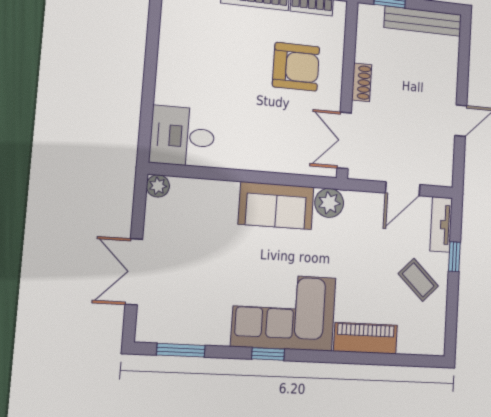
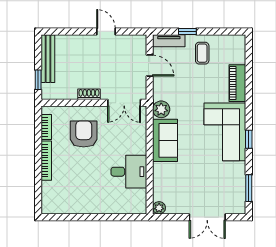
desk: (182, 136) -> (129, 172), moved, turned -90
coffee table: (418, 280) -> (202, 53), turned -44

